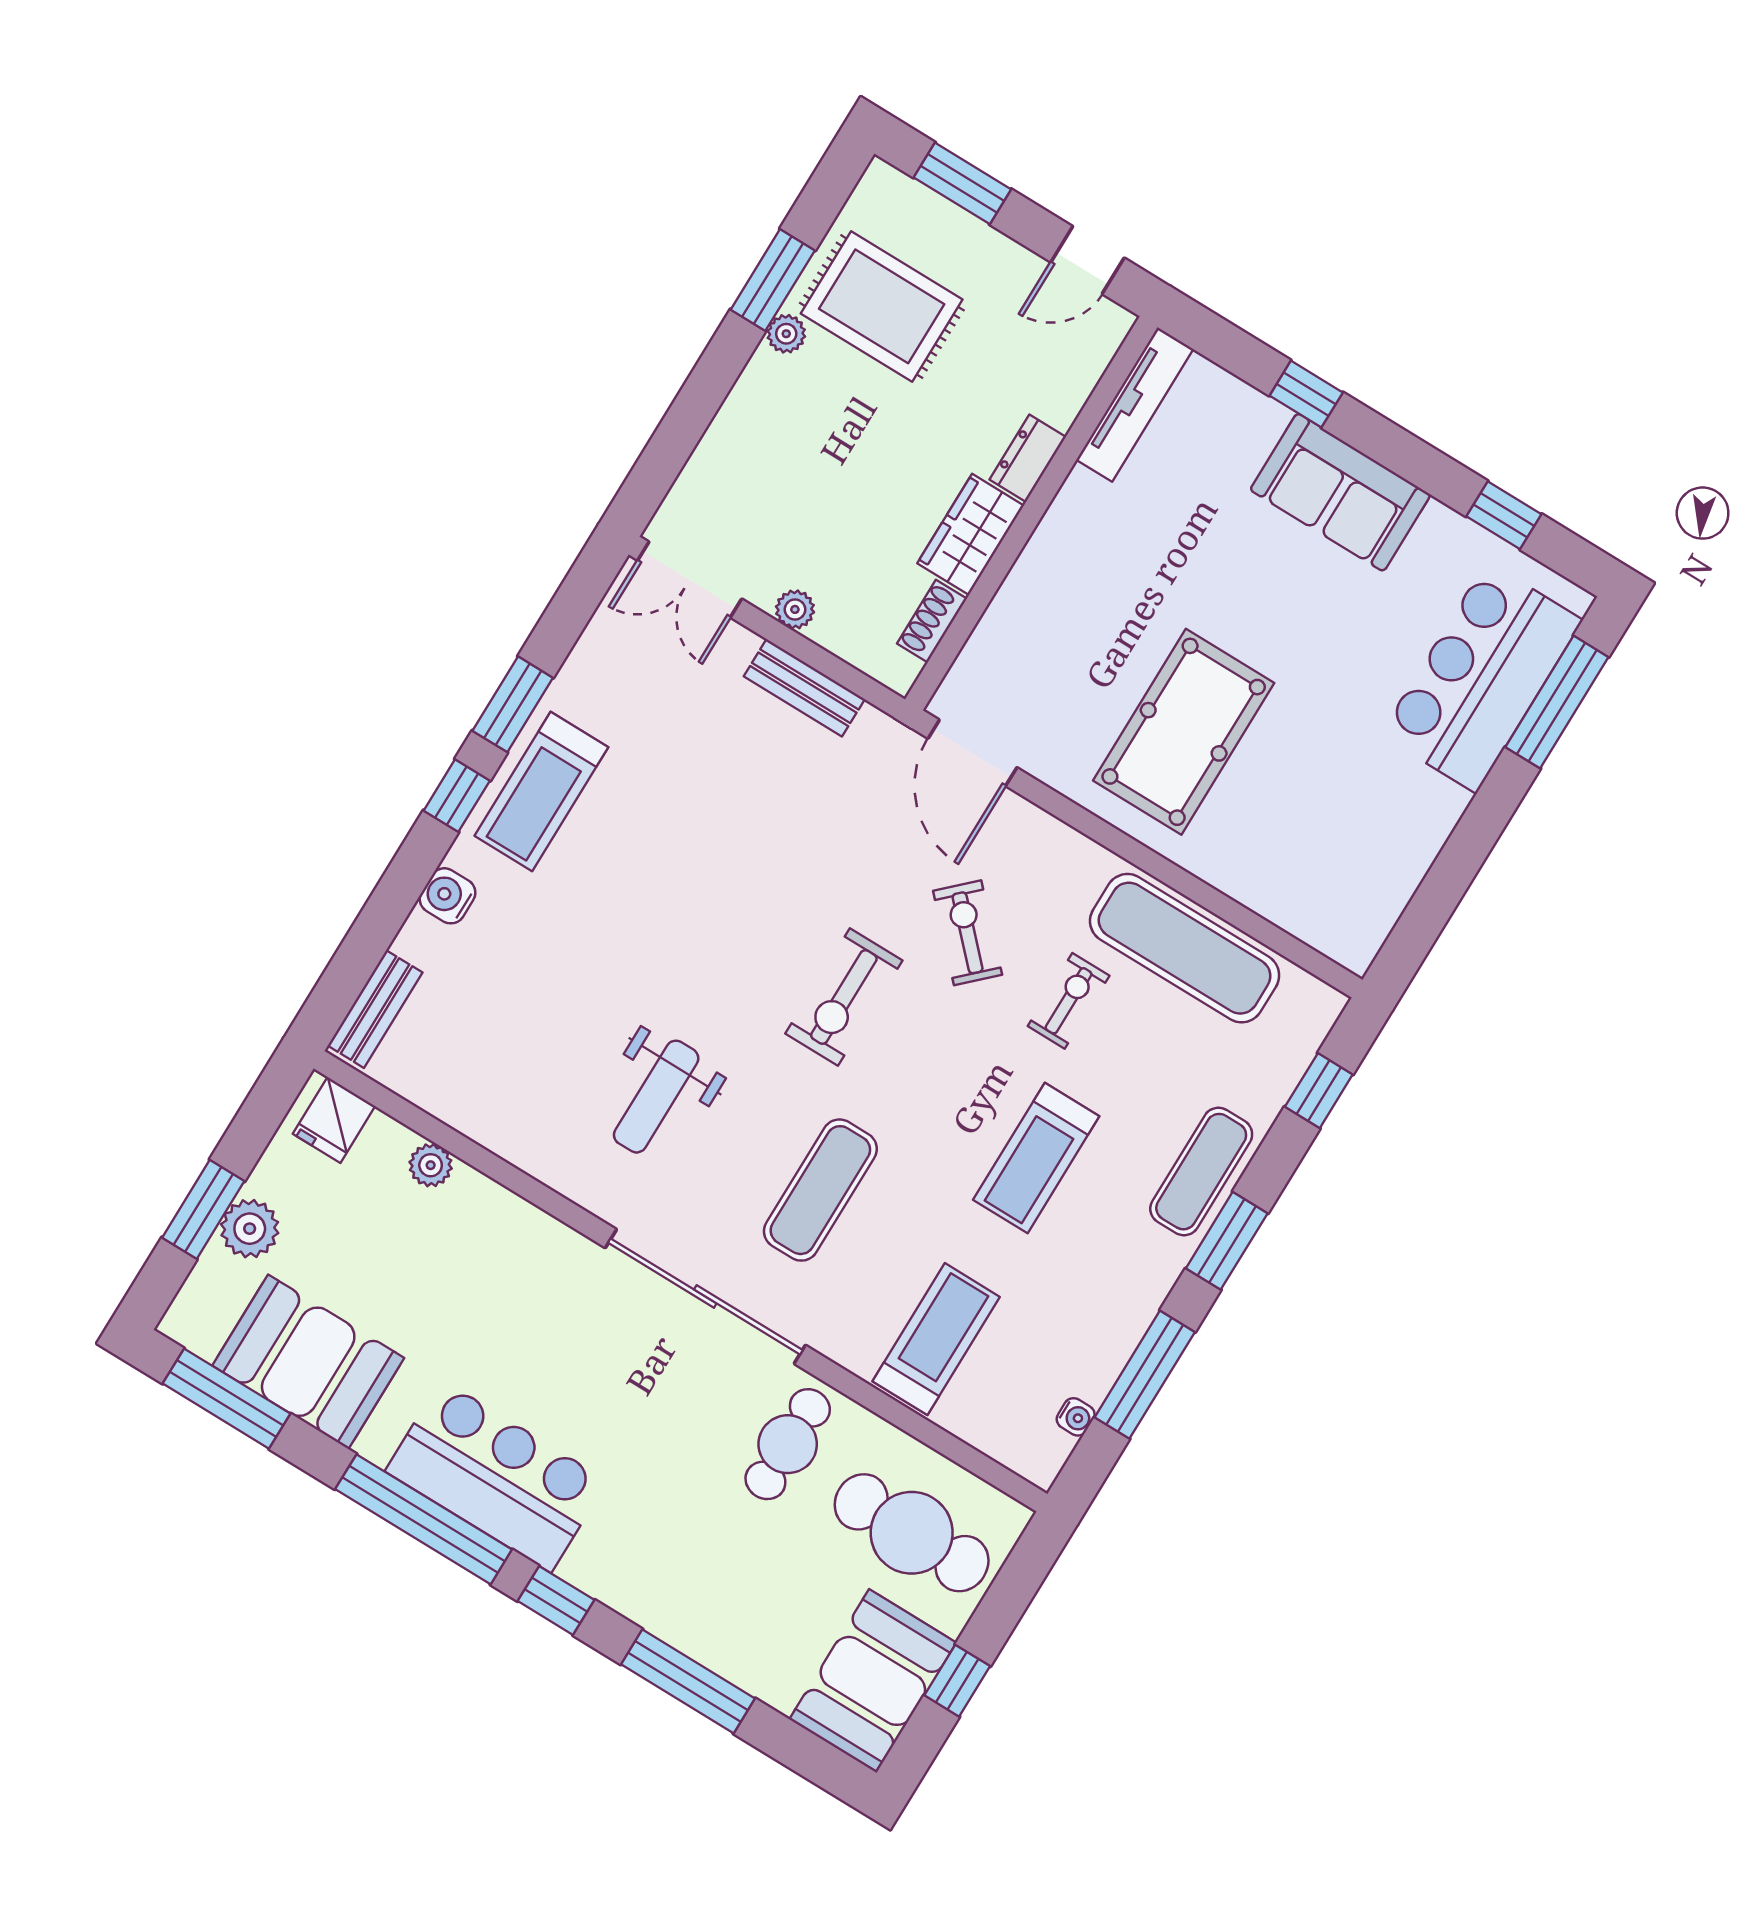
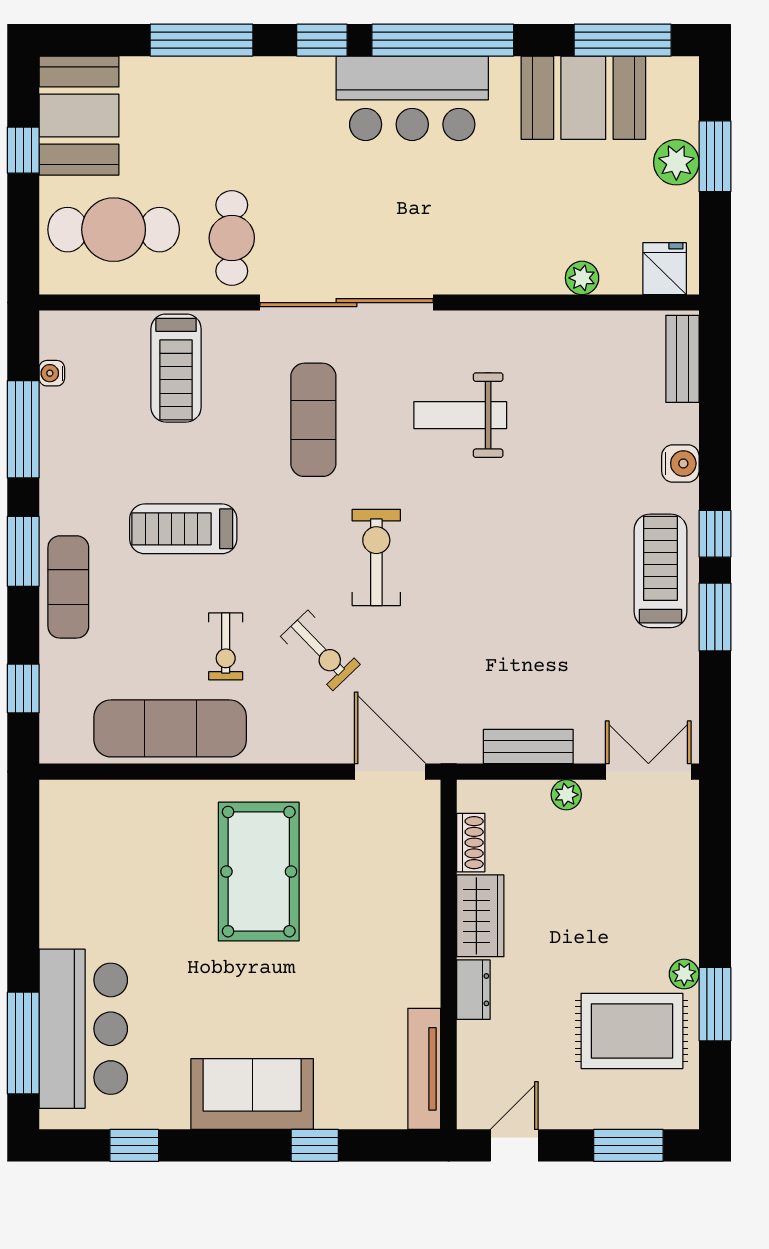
weight bench: (656, 1097) -> (460, 415), turned -90
treadmill: (1036, 1158) -> (183, 529), turned -90

